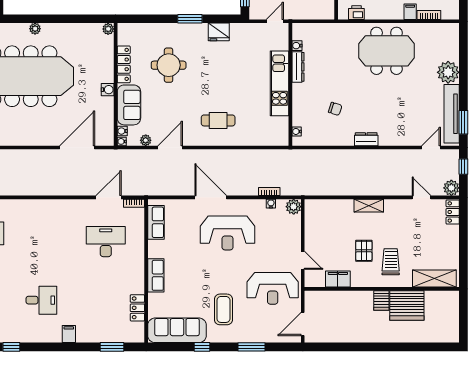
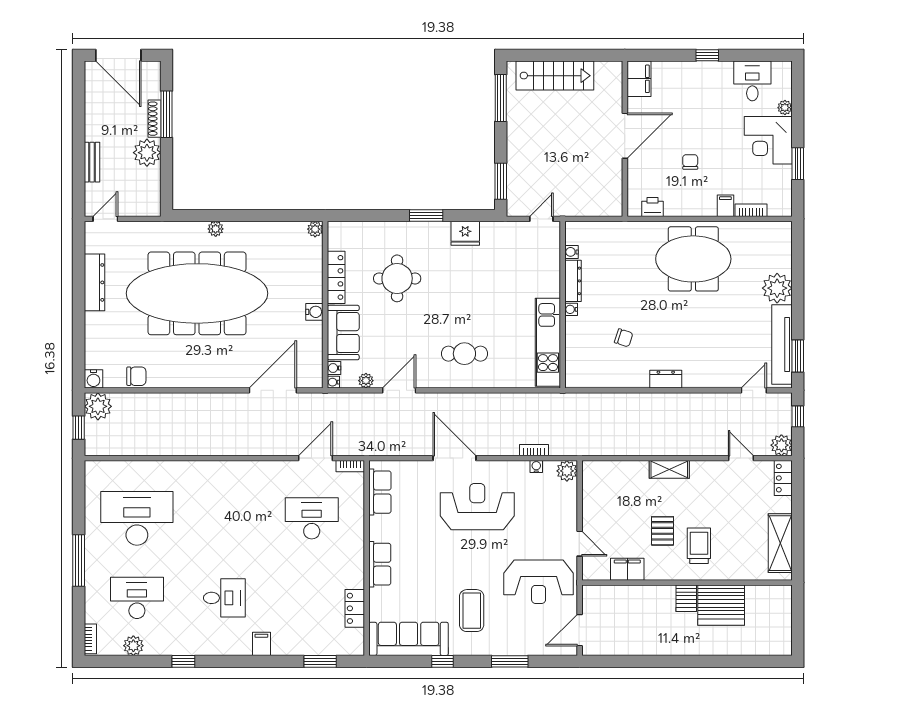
kitchen unit: (280, 83) -> (548, 342), moved
water cooler: (297, 131) -> (571, 309), moved
reception desk: (228, 233) -> (477, 507), turned 180
shelving: (434, 279) -> (780, 543), moved, turned 90

